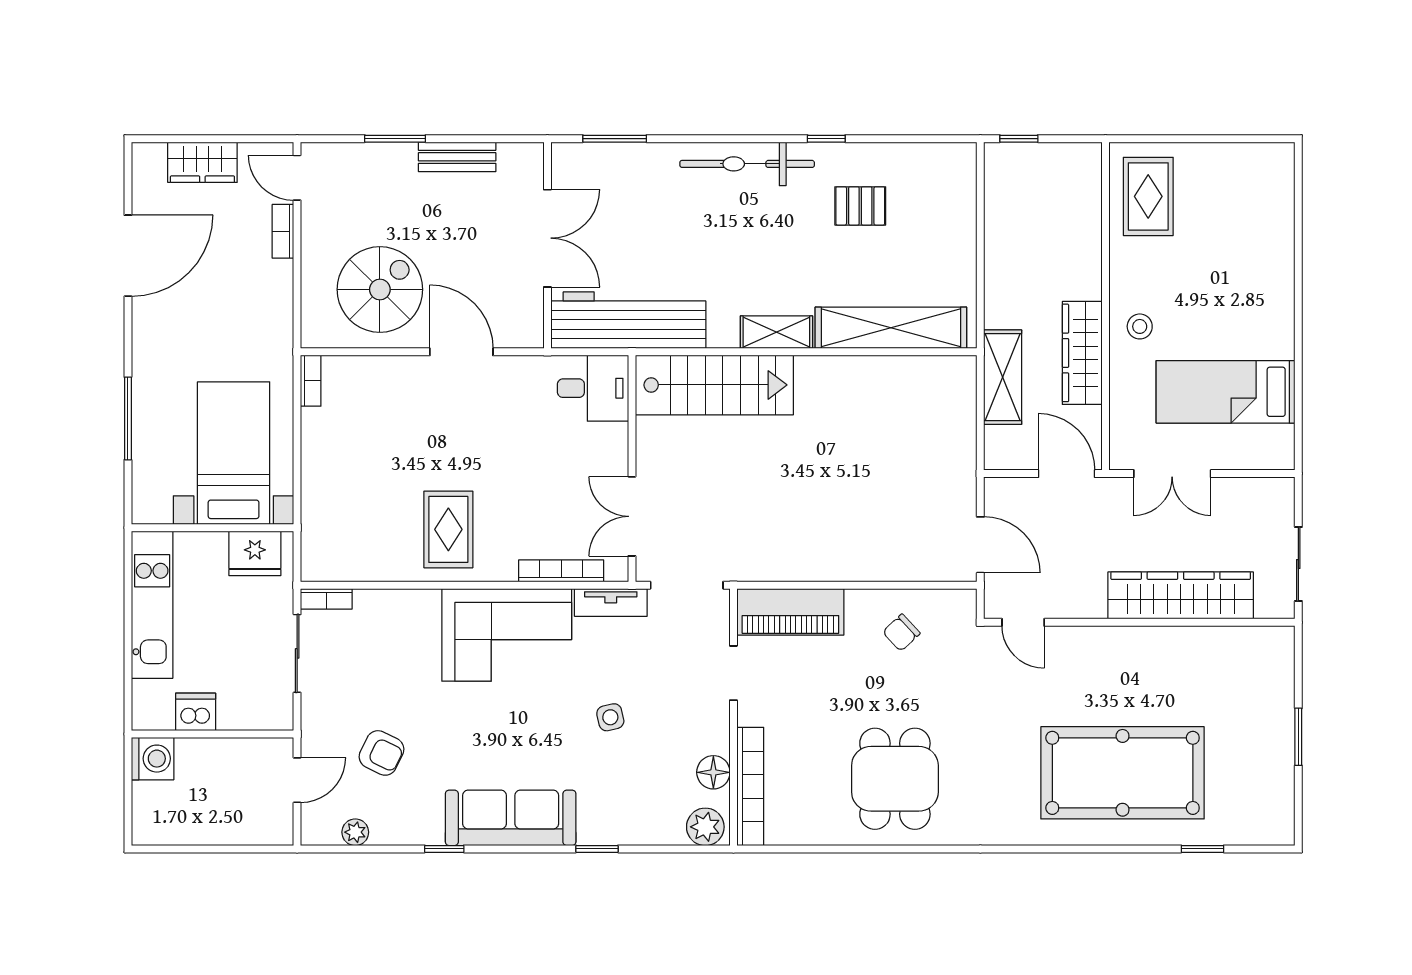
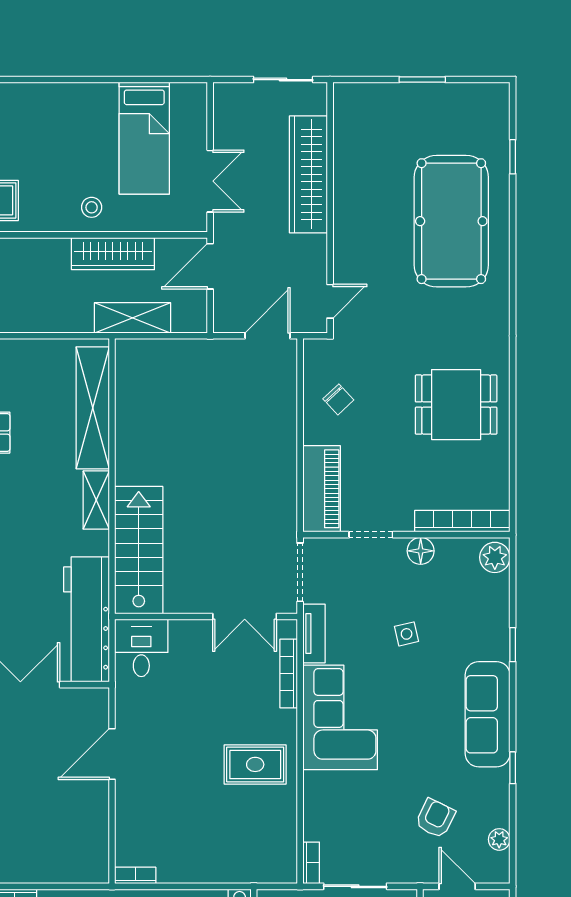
spiral stairs: (380, 289) -> (62, 820), removed
floor lamp: (713, 772) -> (421, 551), moved

